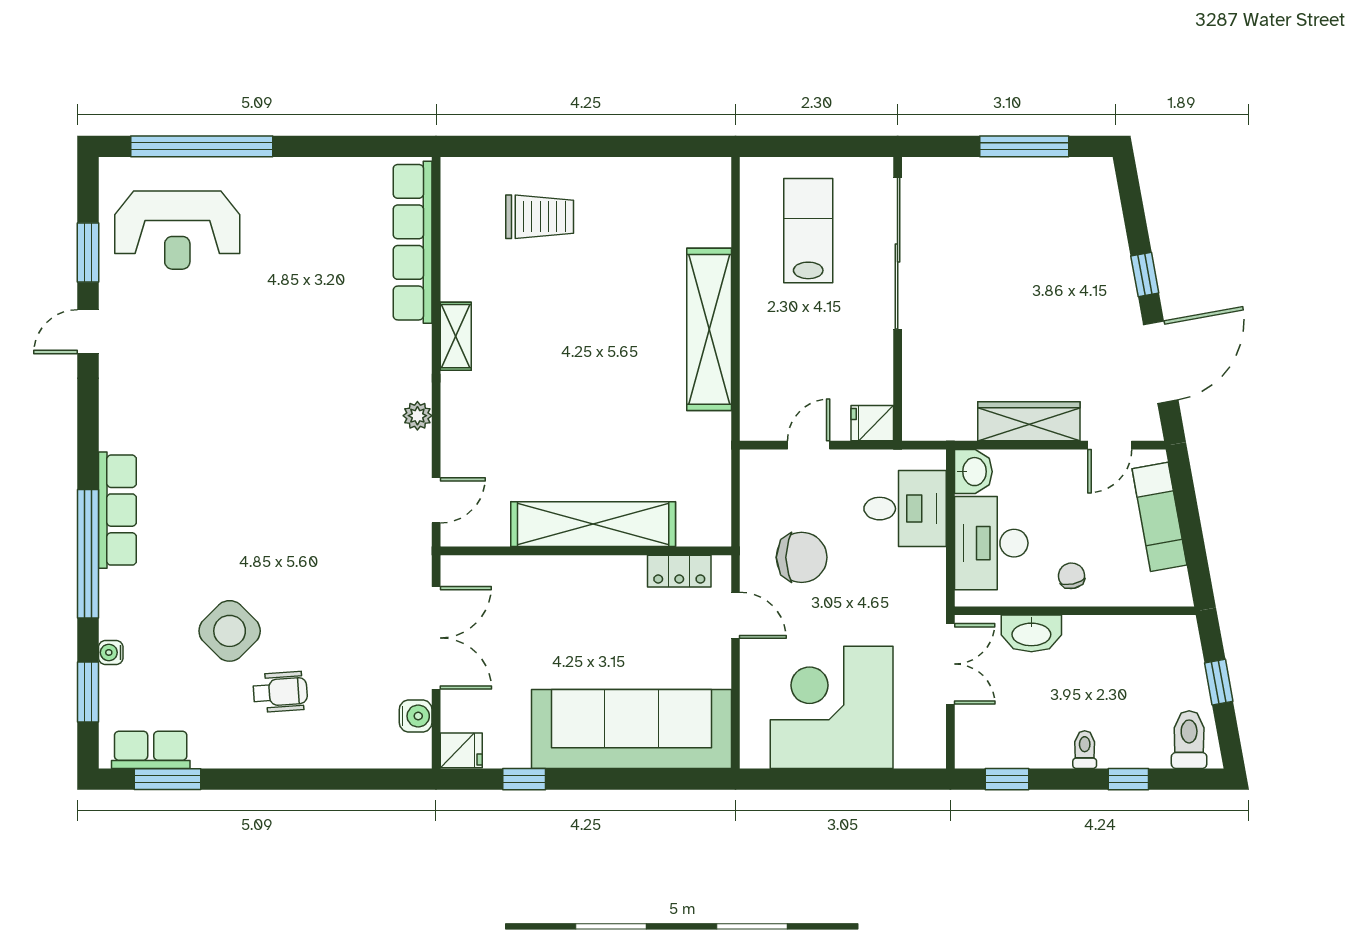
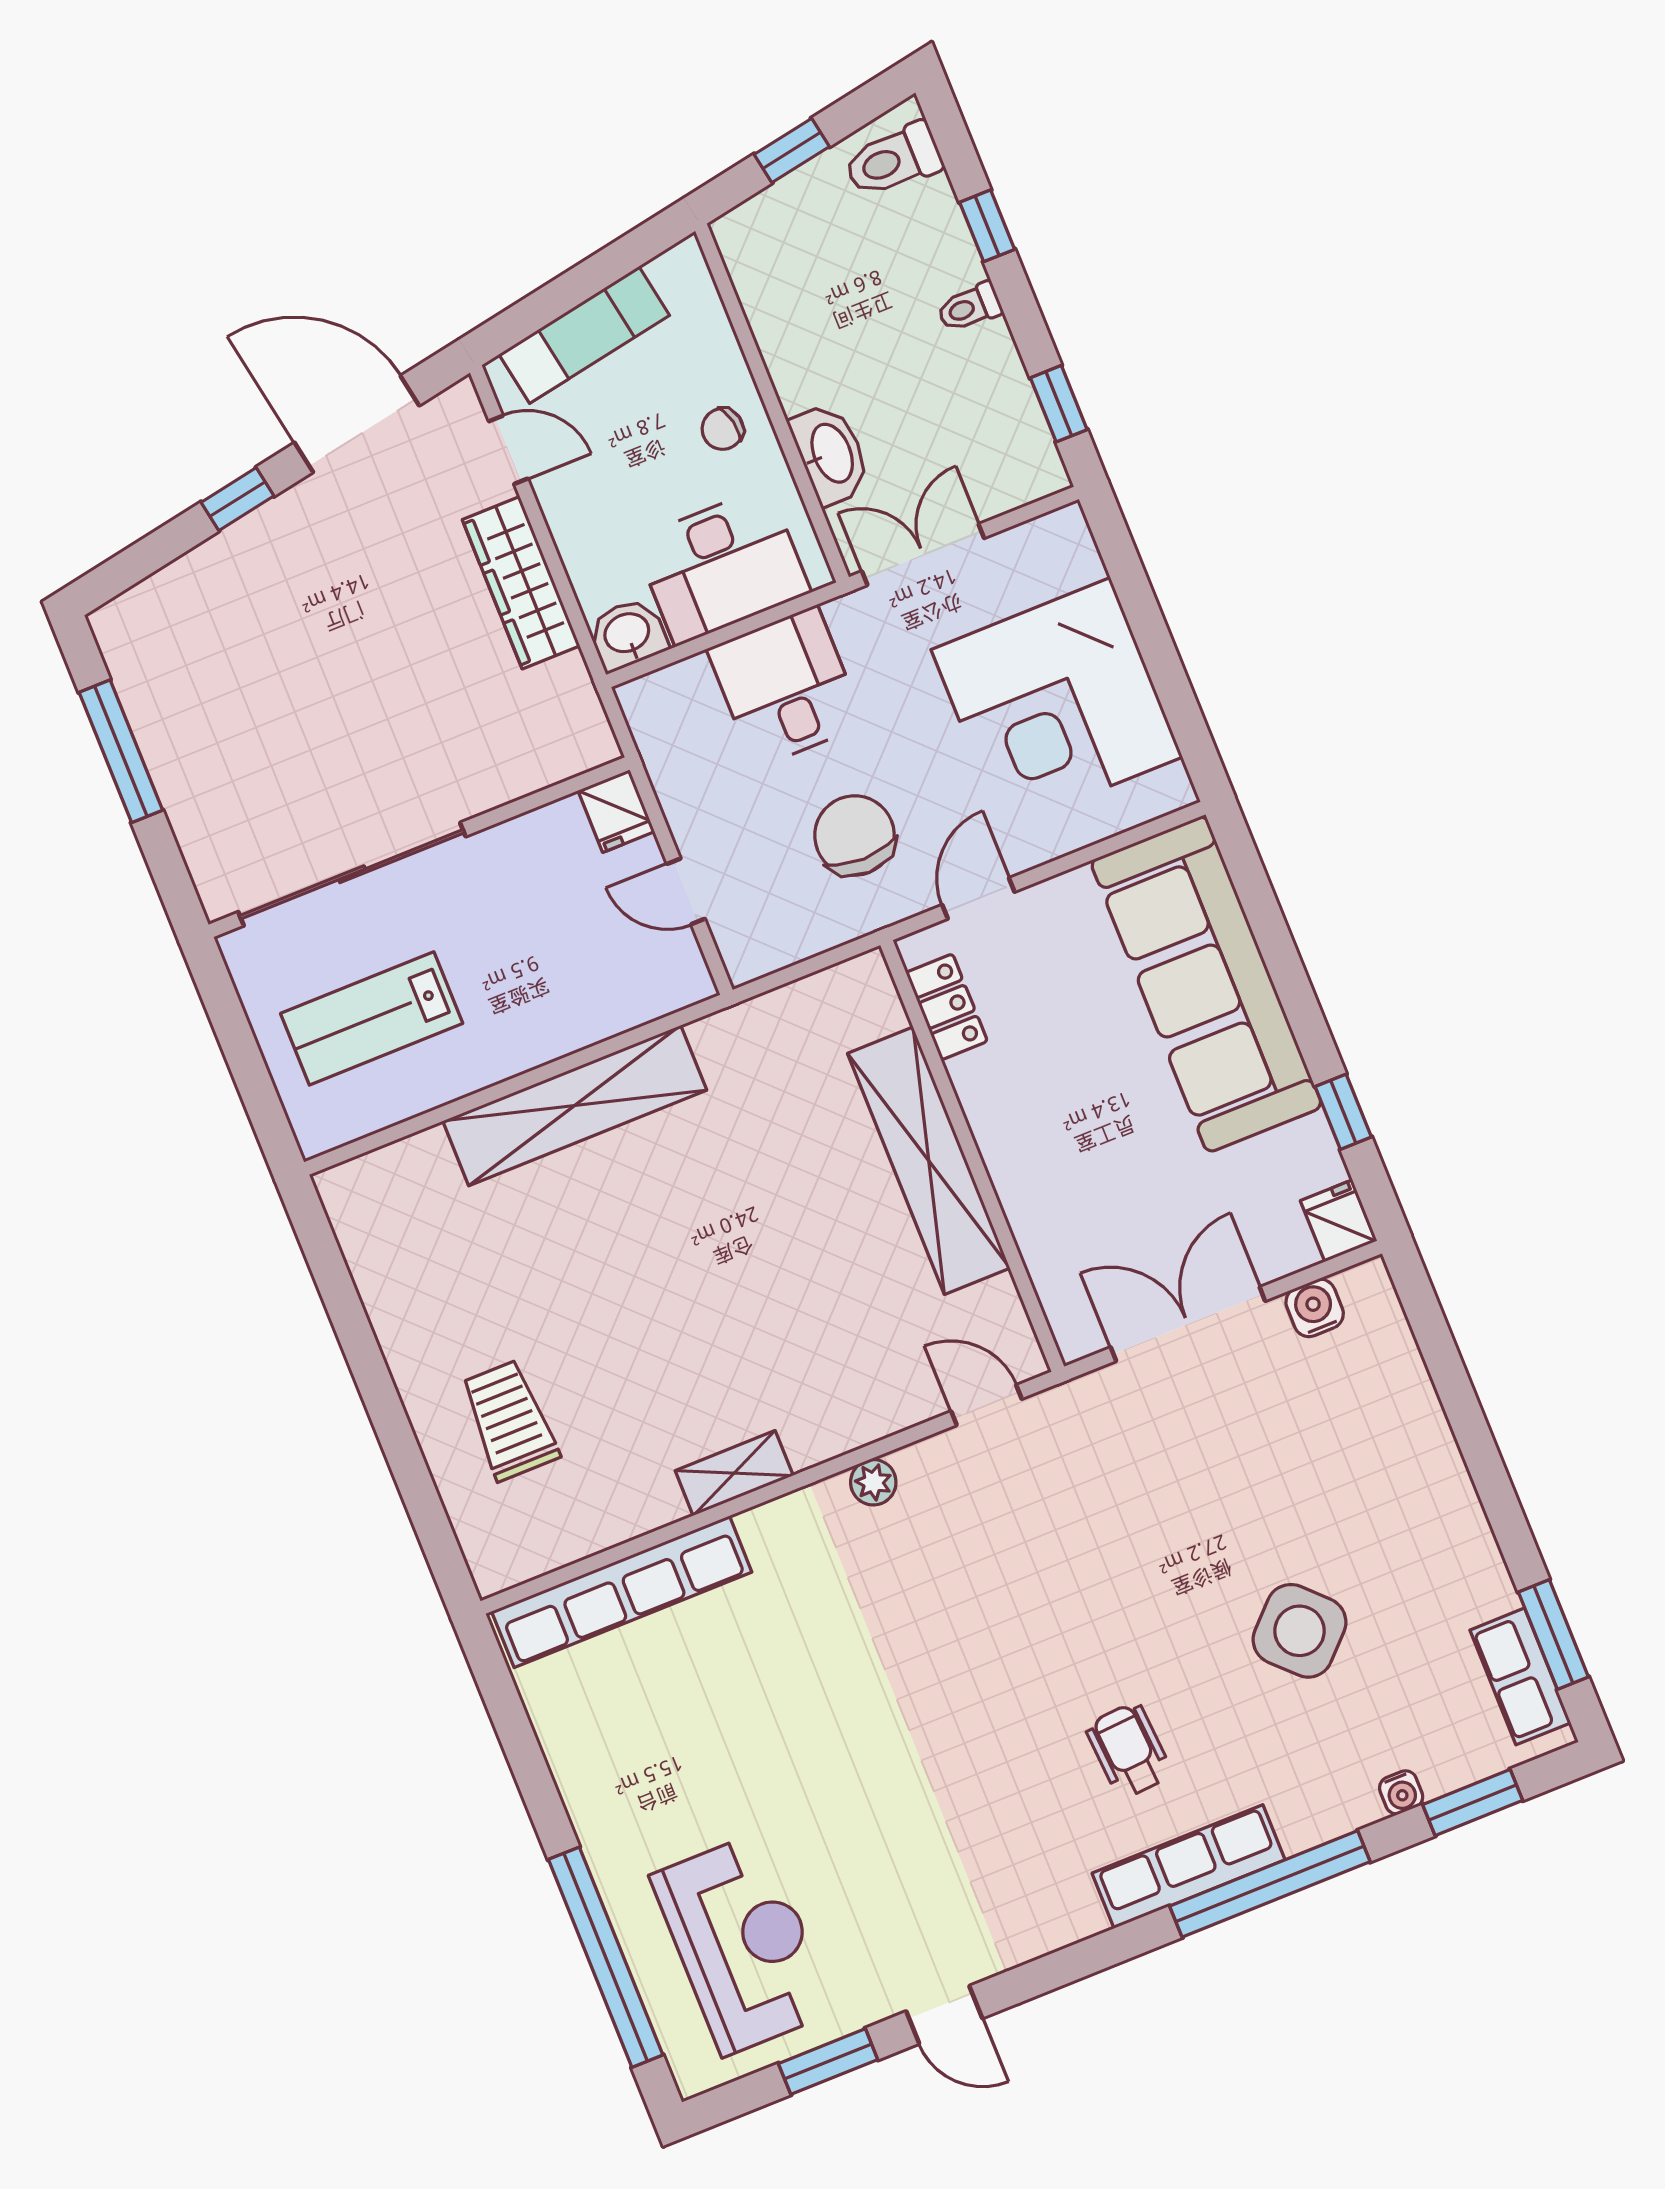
desk: (905, 509) -> (786, 687), moved
wheelchair: (280, 692) -> (1129, 1750), moved

